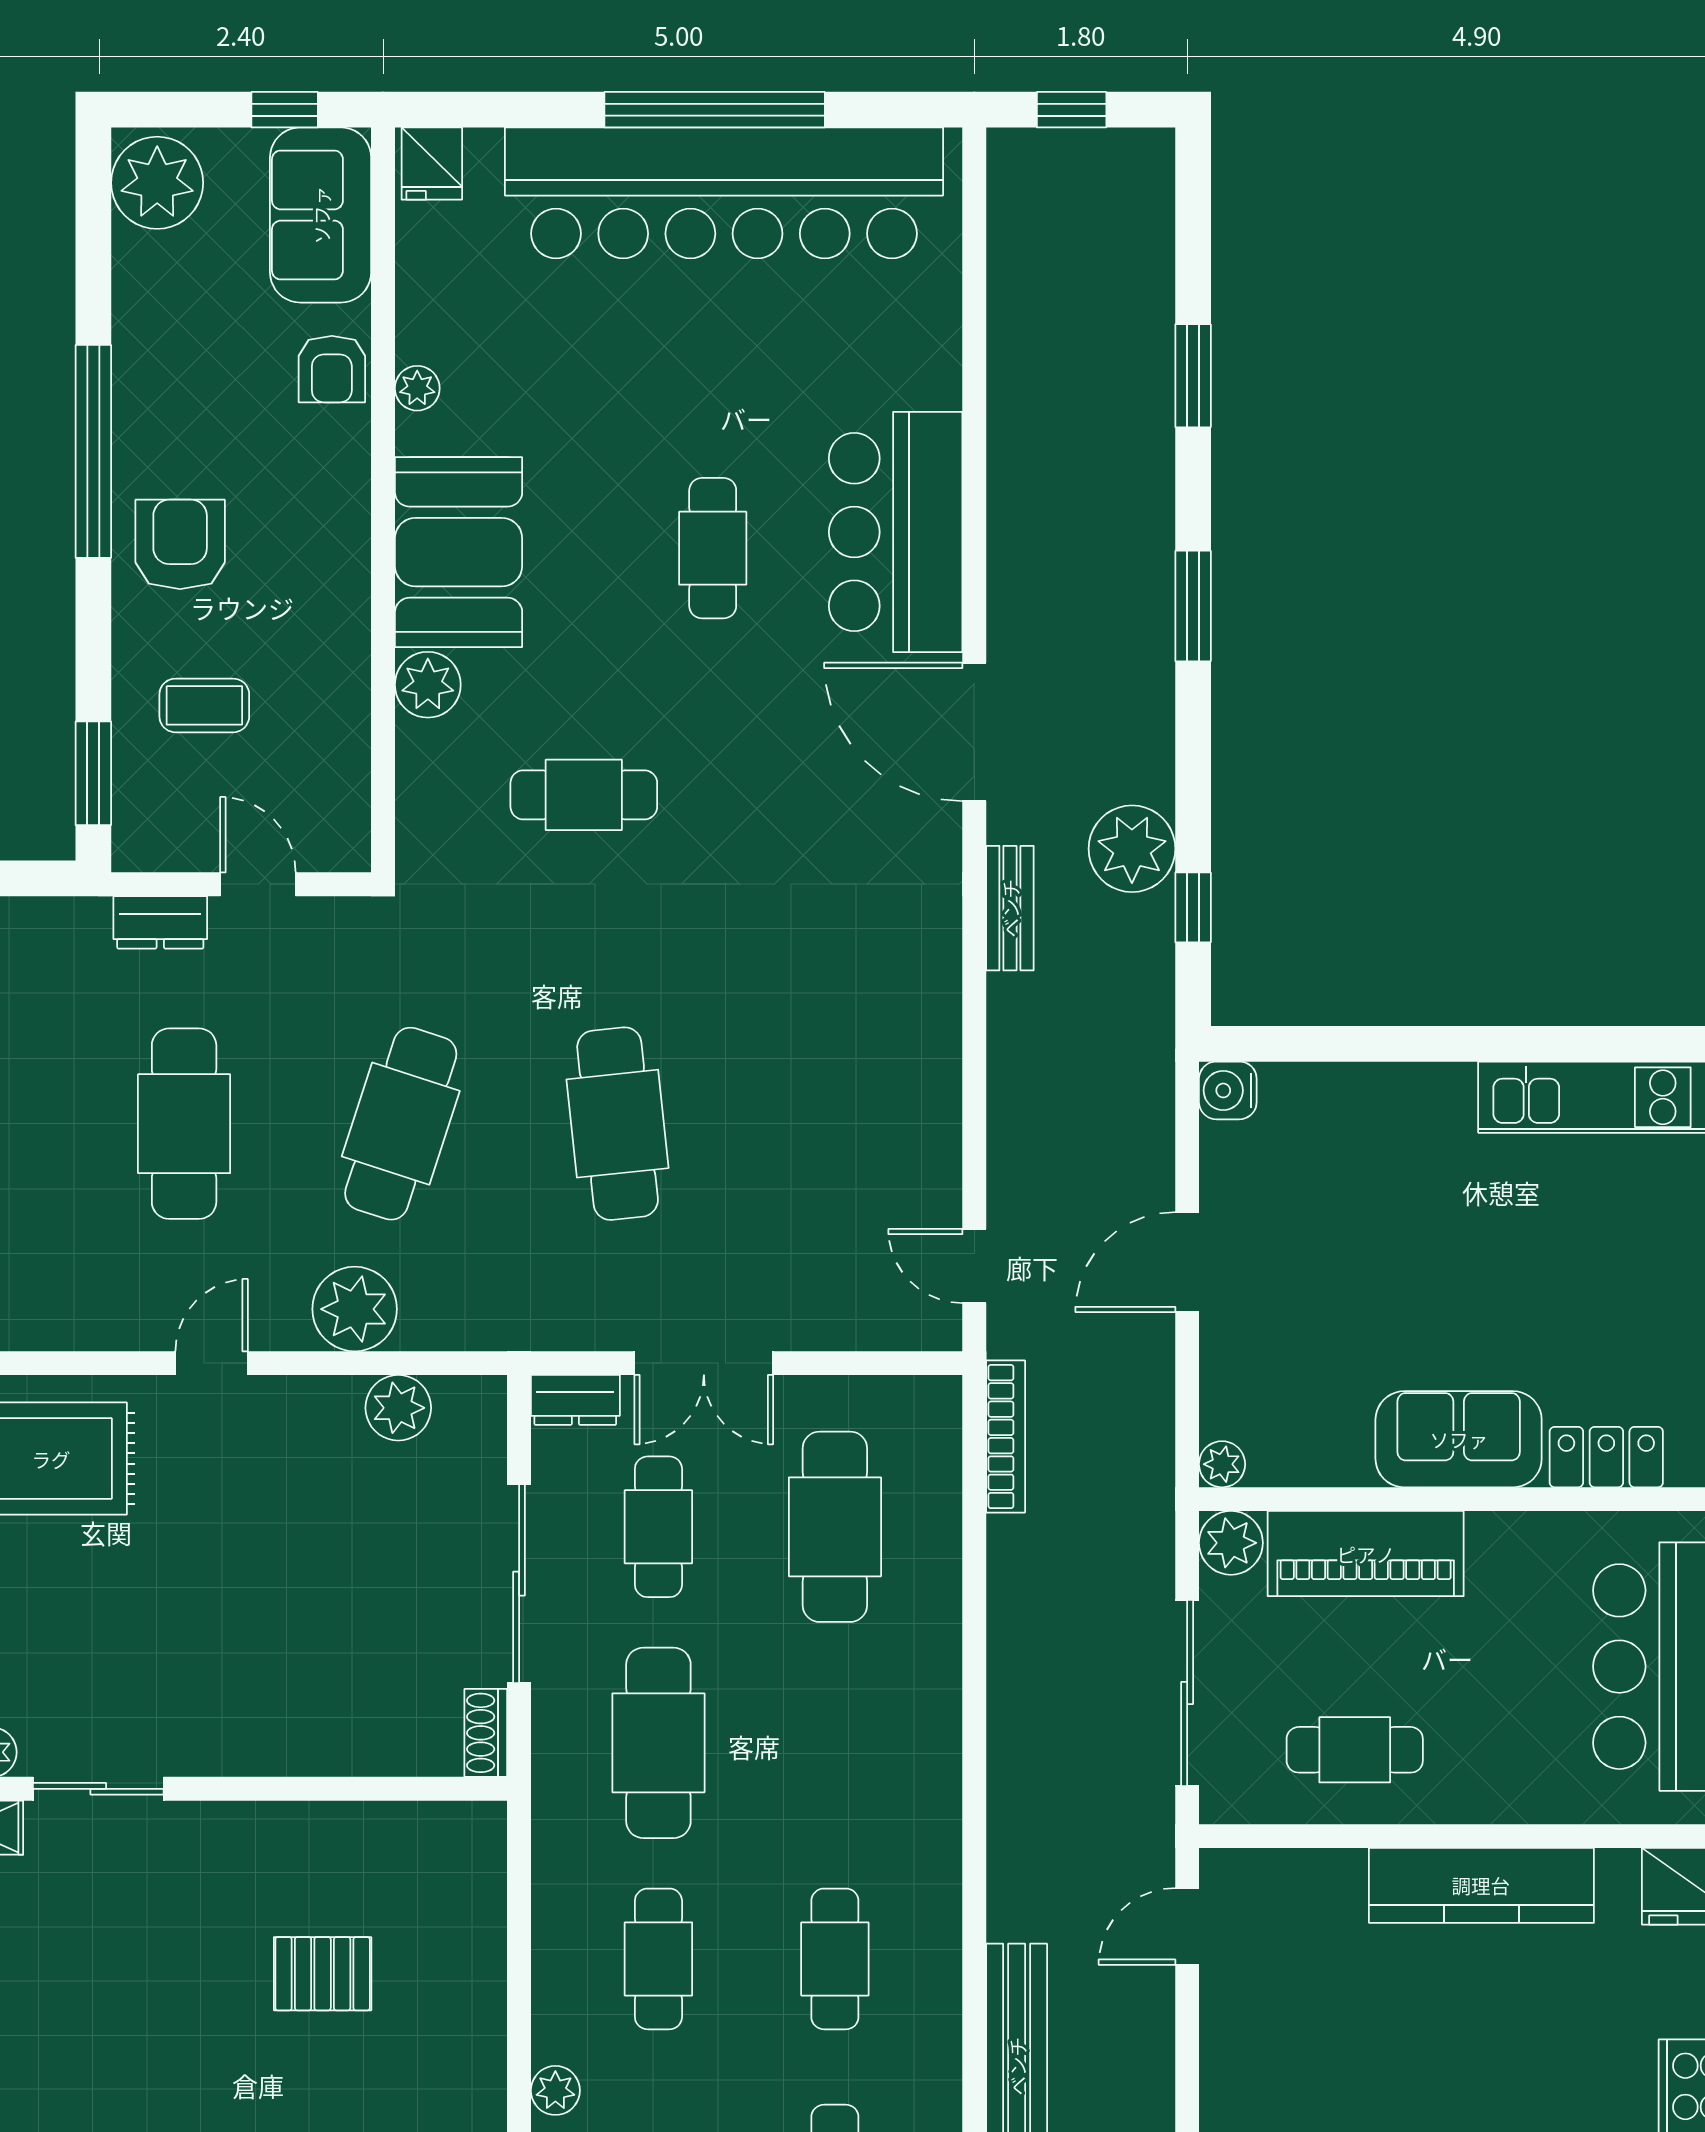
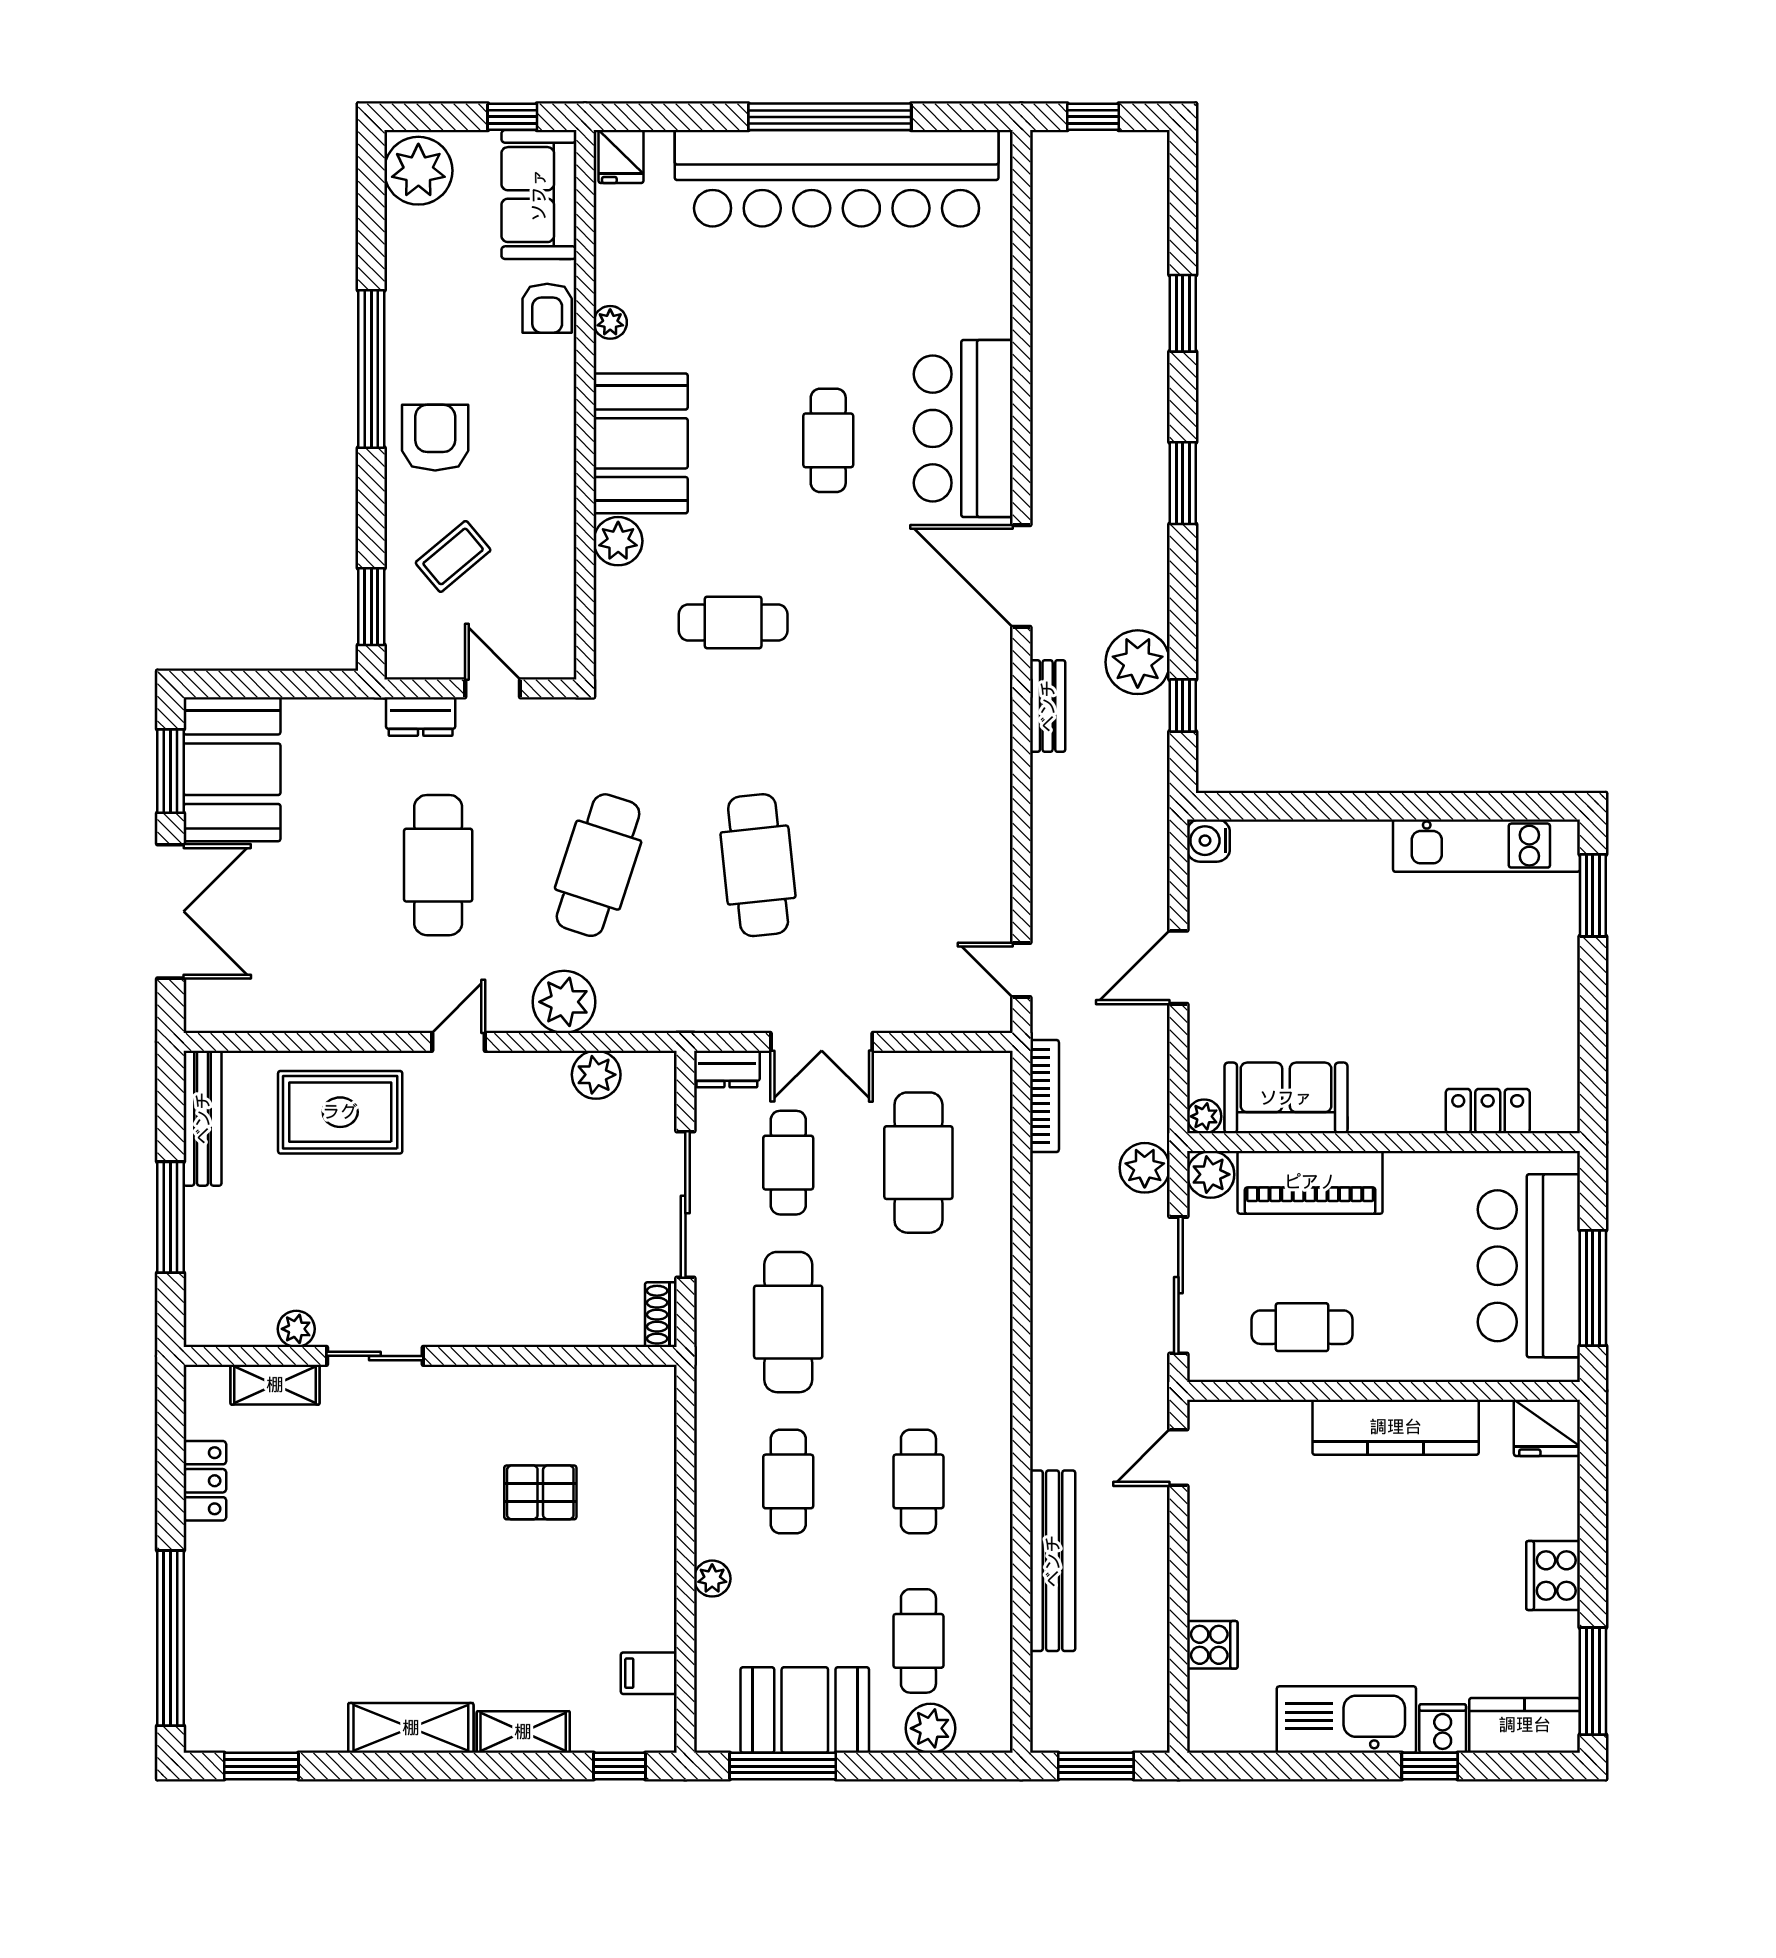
coffee table: (204, 705) -> (453, 556), turned -40
sofa: (1459, 1439) -> (1286, 1098), moved
plant: (1142, 1534) -> (1145, 1168), added

